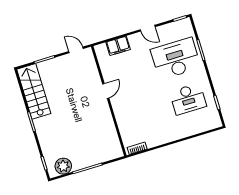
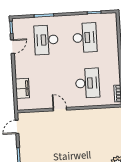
door: (148, 28) -> (12, 47), moved
desk: (176, 59) -> (46, 40), width x0.73, depth x0.77
desk: (140, 113) -> (87, 83), added

